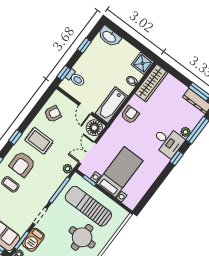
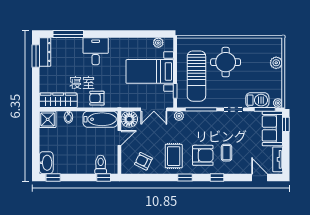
window: (84, 46) -> (53, 177), moved
plant: (186, 132) -> (158, 43), moved
window: (176, 158) -> (104, 34), removed

